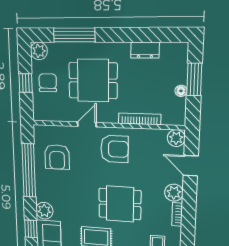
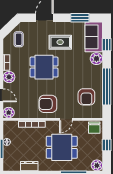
chair: (48, 83) -> (94, 128), moved
armchair: (57, 157) -> (86, 97), turned 180

